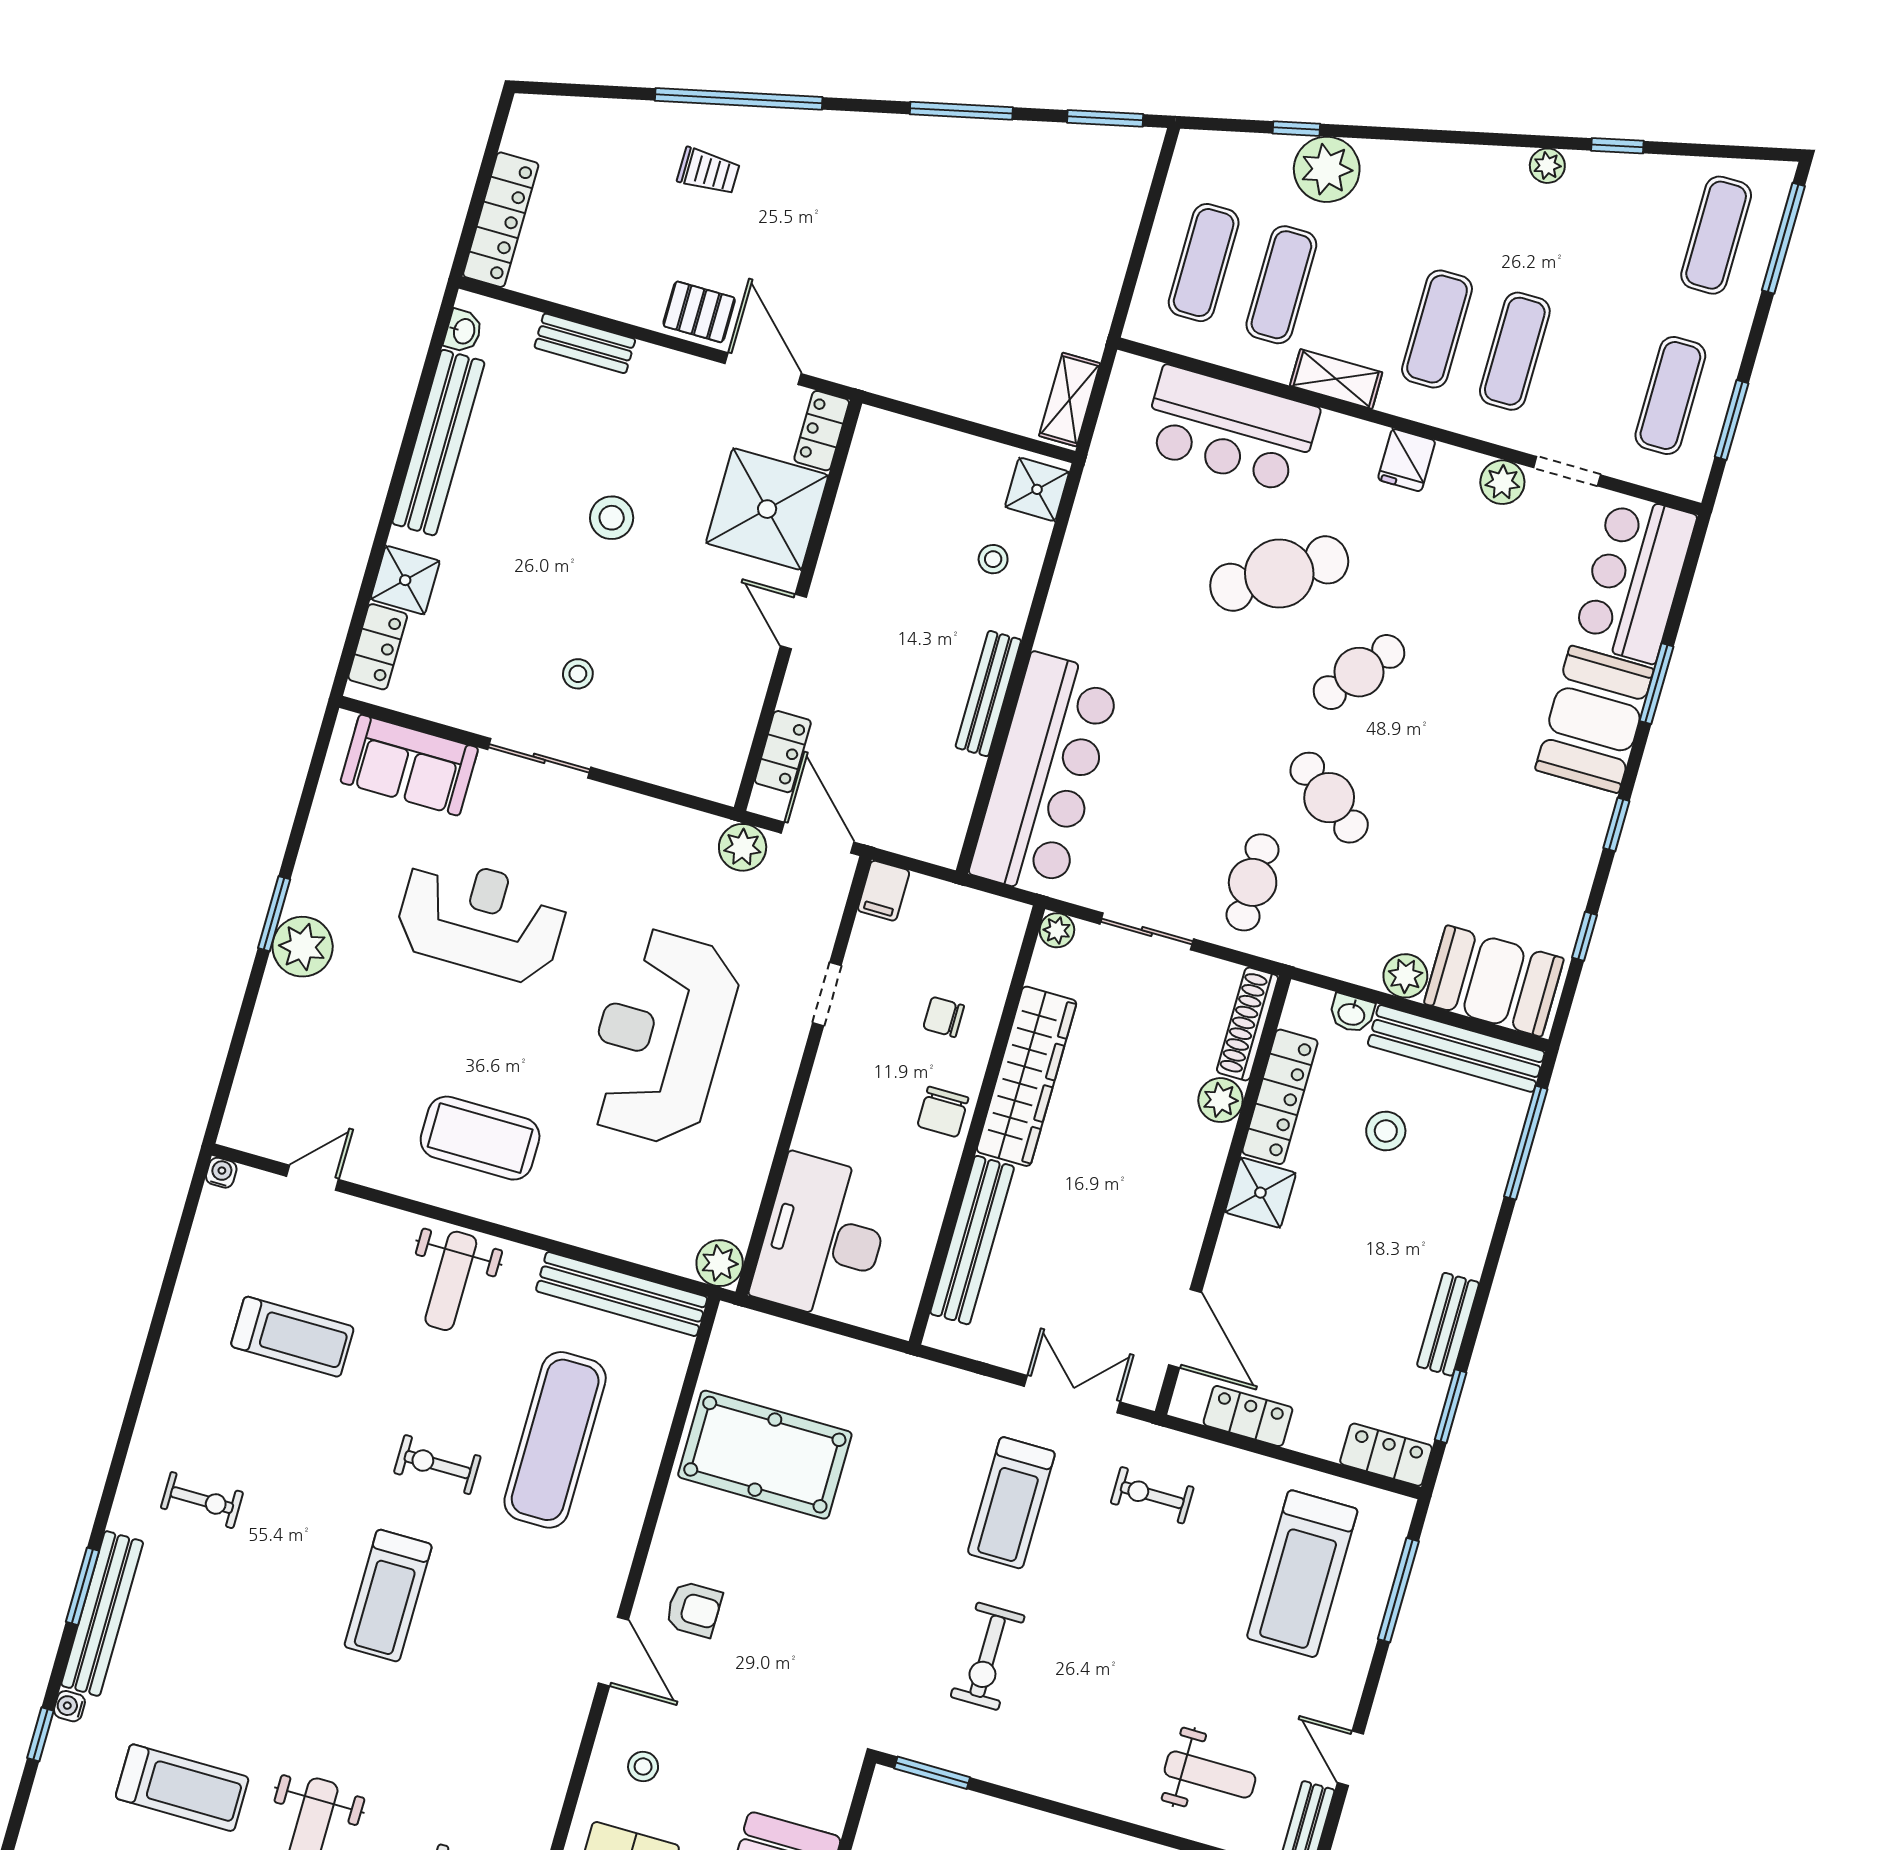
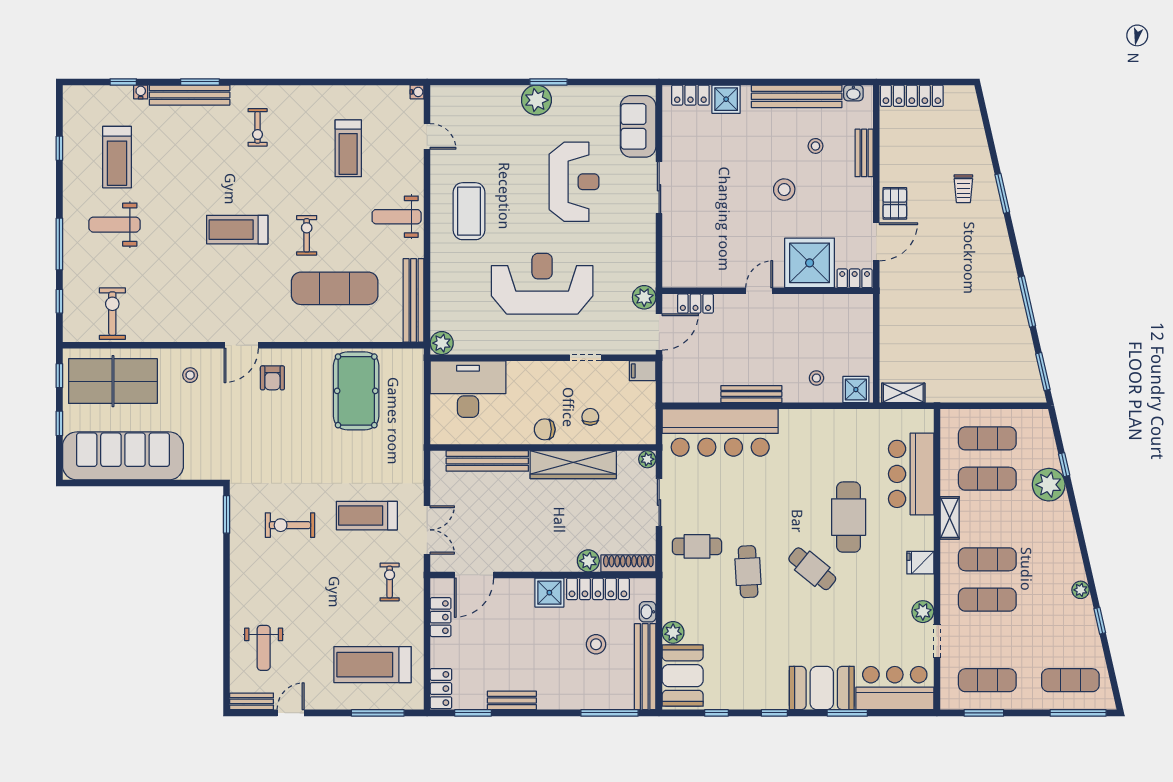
window: (739, 99) -> (1002, 193), width x0.47
cafe table: (1279, 574) -> (849, 517), turned 32
stool: (578, 674) -> (816, 146), moved
cafe table: (1329, 798) -> (748, 572), turned -40

